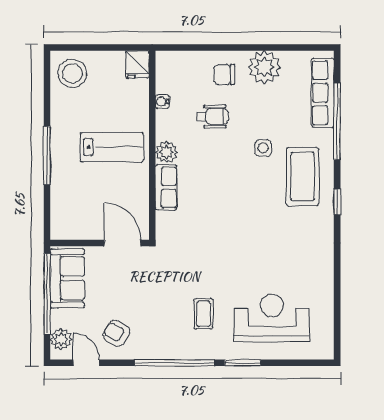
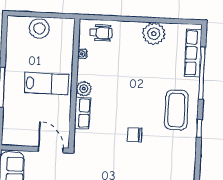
fridge: (137, 64) -> (67, 28), removed
stool: (72, 73) -> (39, 28), moved
chair: (224, 75) -> (135, 135), moved
wheelchair: (212, 116) -> (101, 33), moved
side table: (263, 148) -> (150, 89), removed

